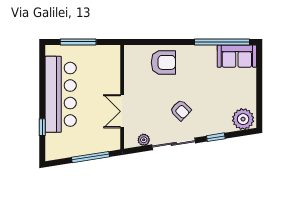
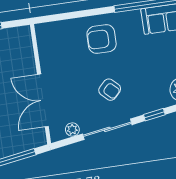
armchair: (163, 62) -> (102, 39), moved, turned 180
double door: (122, 111) -> (43, 100), width x1.37

